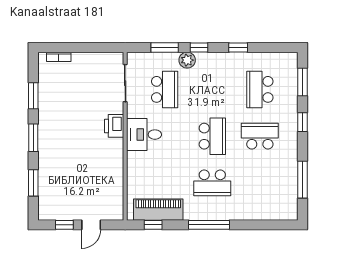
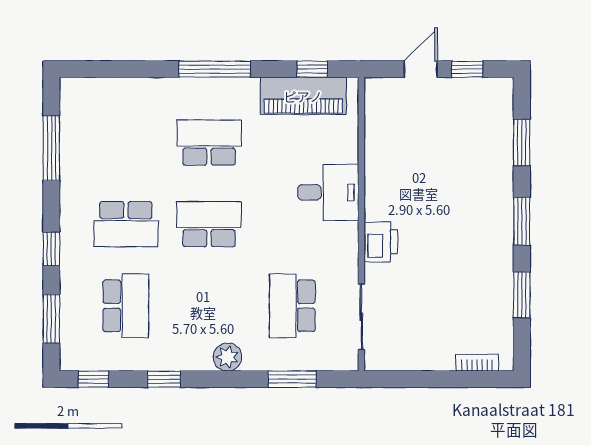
window: (199, 47) -> (93, 379), moved
plant: (187, 60) -> (227, 357), moved
desk: (144, 135) -> (328, 192), moved
school desk: (212, 136) -> (209, 224), turned 90

